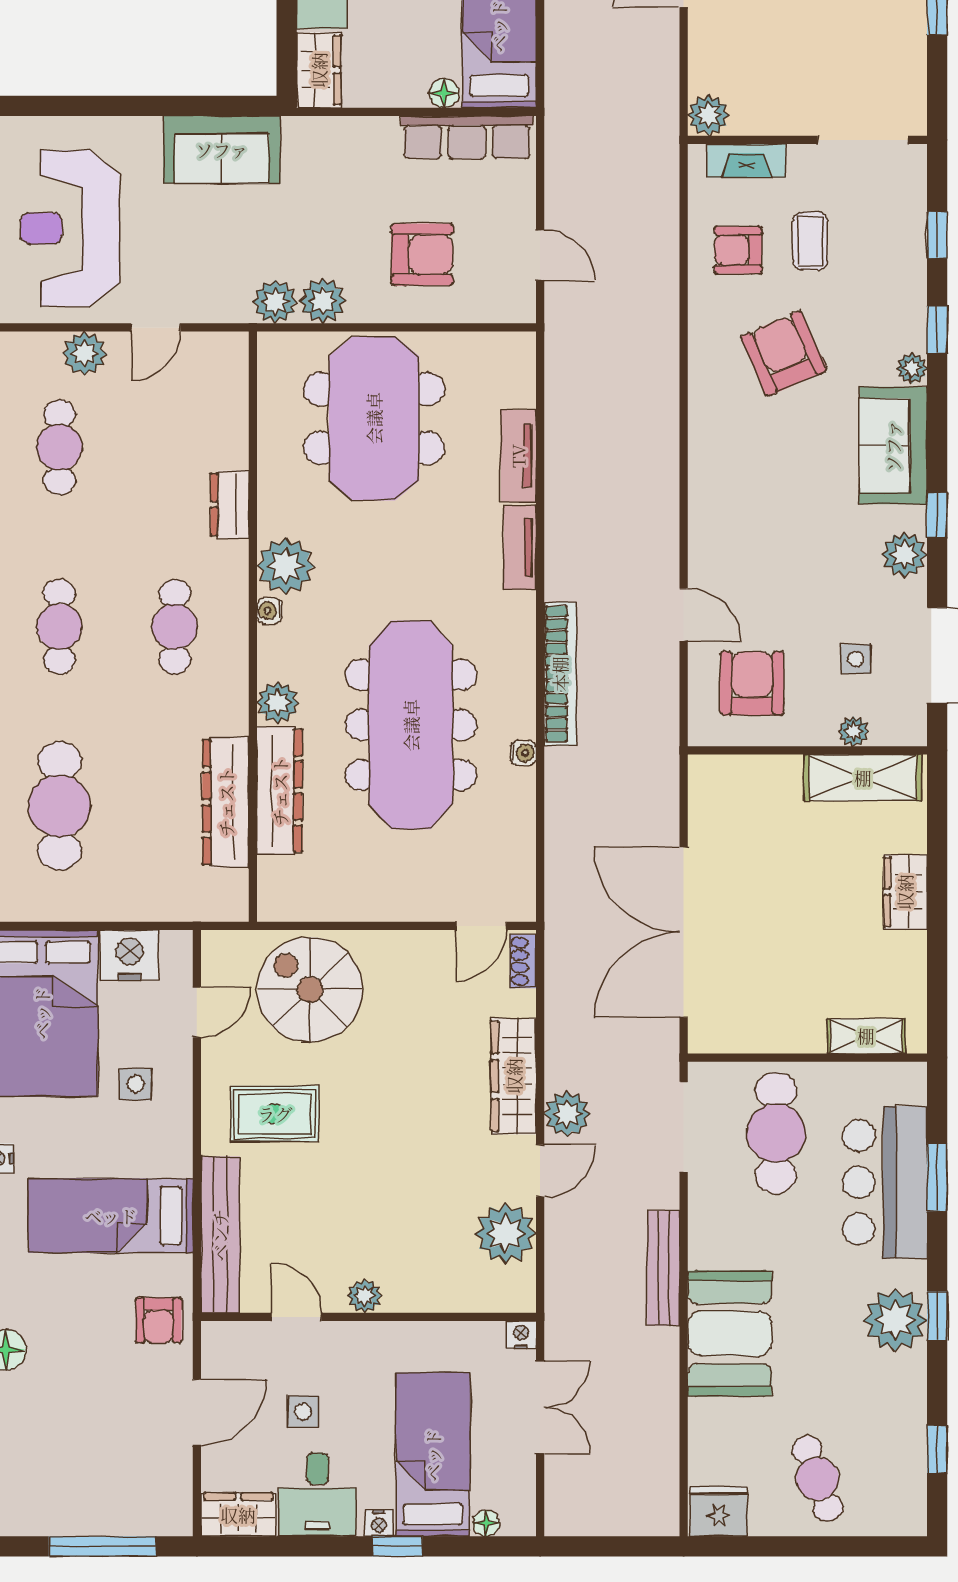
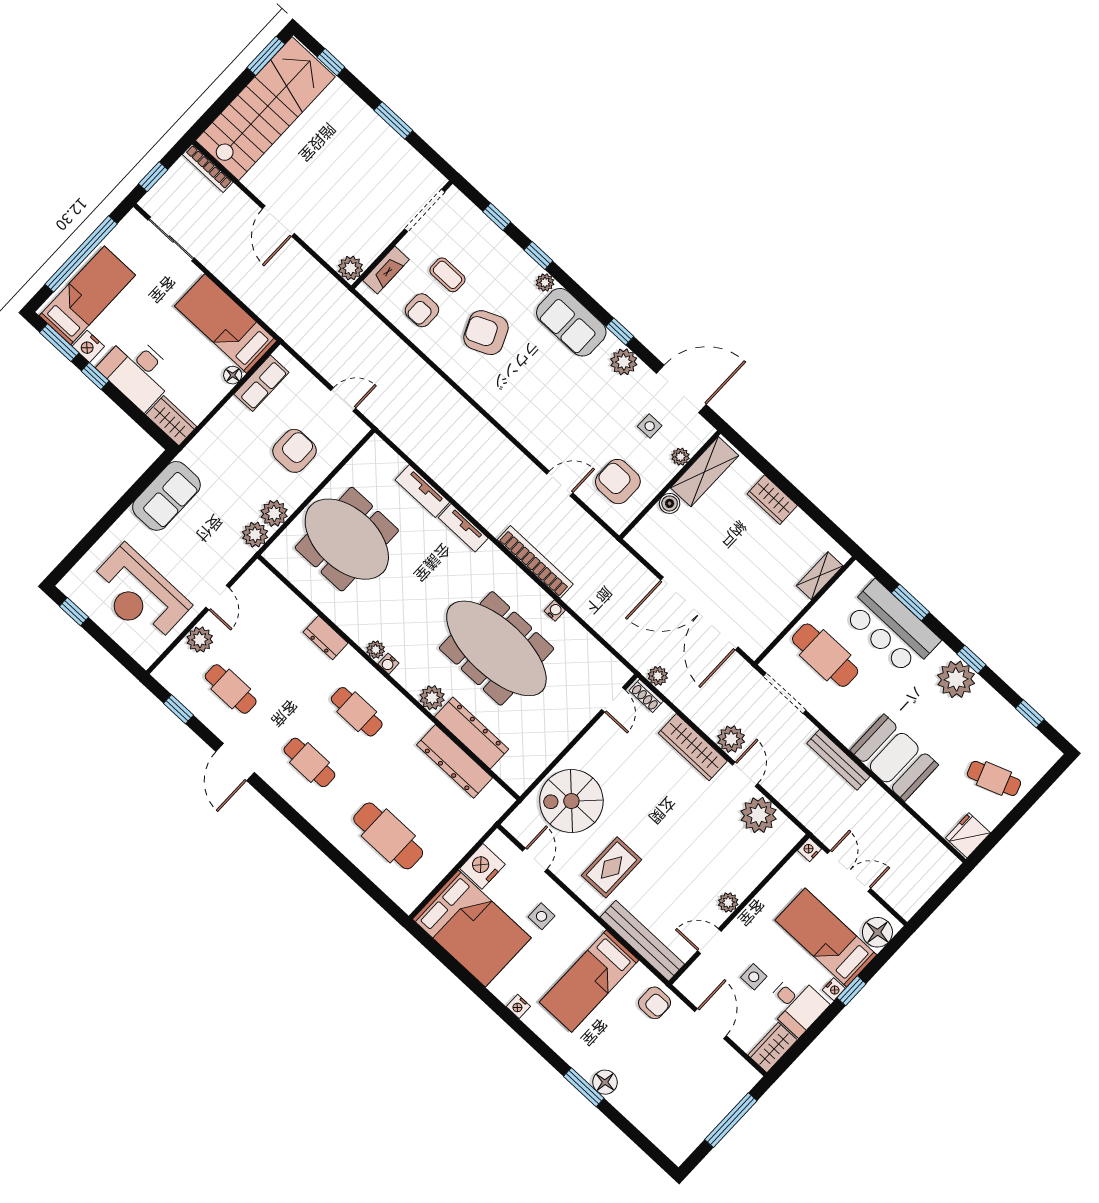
row of seats: (467, 137) -> (261, 383), width x0.68
plant: (286, 566) -> (376, 650), width x0.53, depth x0.53
boiler: (784, 771) -> (670, 503), added
plant: (561, 953) -> (658, 676), added
floor lamp: (486, 1523) -> (877, 932), width x1.89, depth x1.89

